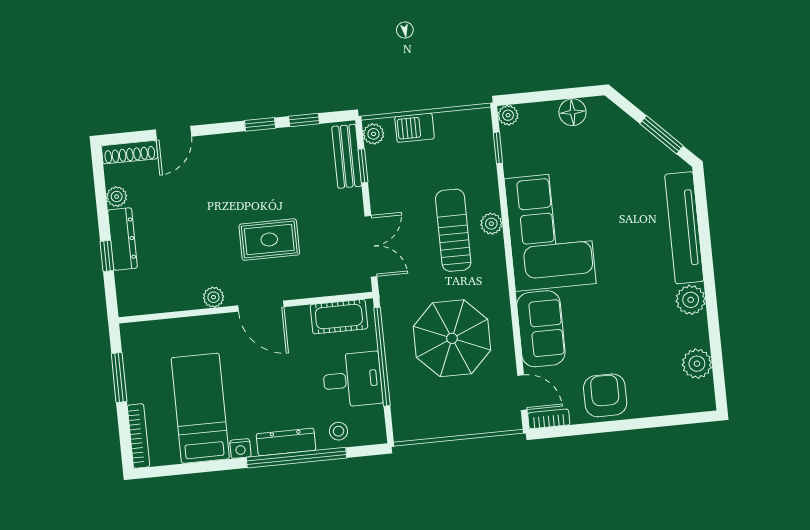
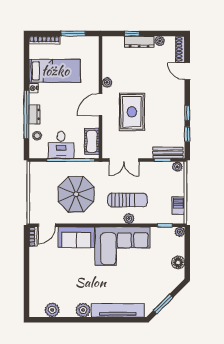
barbecue: (415, 128) -> (178, 206), moved
rug: (269, 240) -> (132, 112), width x1.36, depth x1.43
armchair: (605, 395) -> (41, 265), removed
dresser: (286, 442) -> (34, 114), width x0.70

